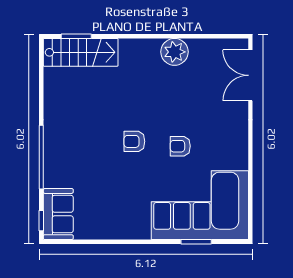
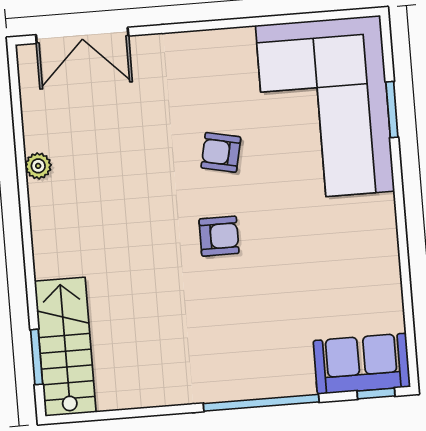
plant: (175, 52) -> (38, 166), width x0.53, depth x0.53
armchair: (134, 141) -> (219, 236), turned -90
armchair: (180, 146) -> (221, 152), turned 102

